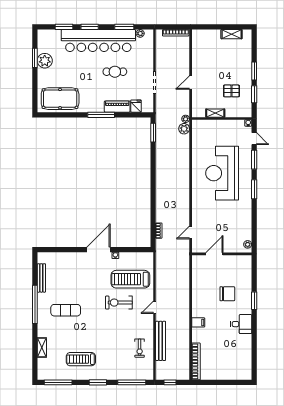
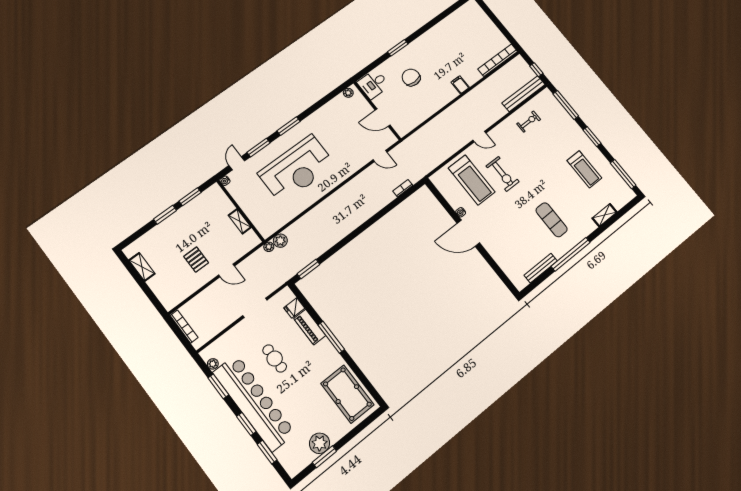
pallet: (231, 91) -> (196, 260), moved
desk: (241, 324) -> (373, 84), moved, turned -90
bench: (161, 341) -> (524, 94), moved

